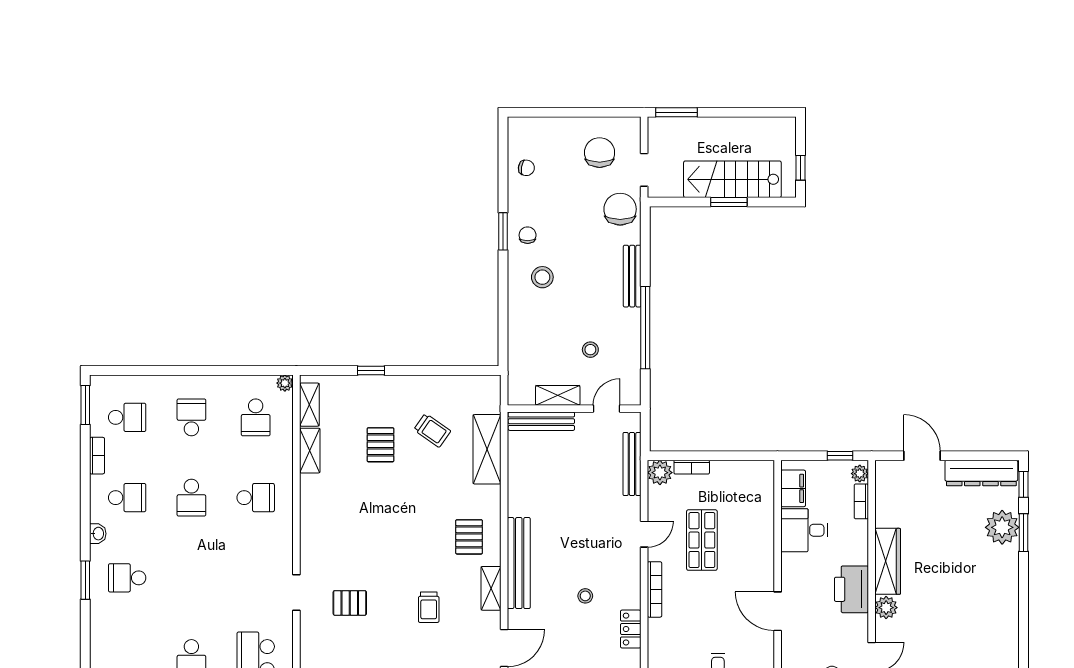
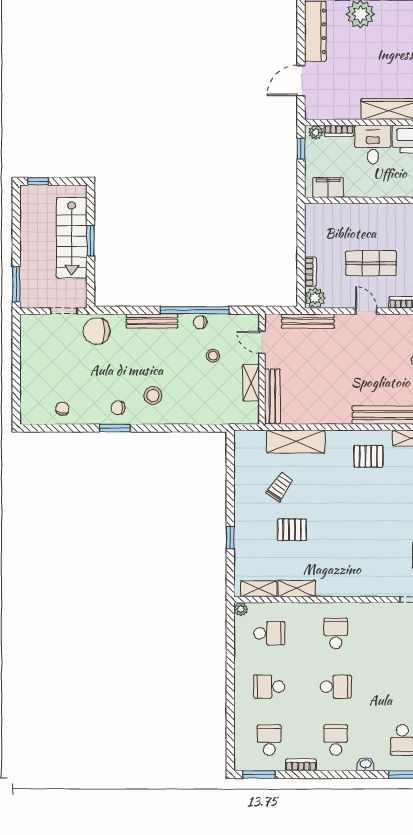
chair: (600, 153) -> (200, 322), moved, width x0.54, depth x0.54
window: (801, 168) -> (38, 181), moved
desk: (804, 530) -> (373, 144), moved, turned 180

